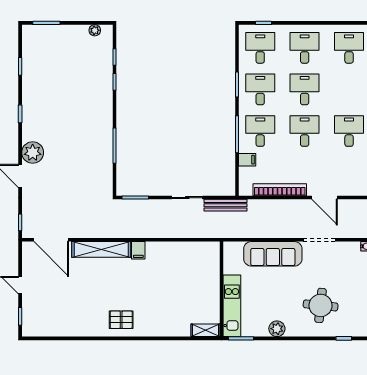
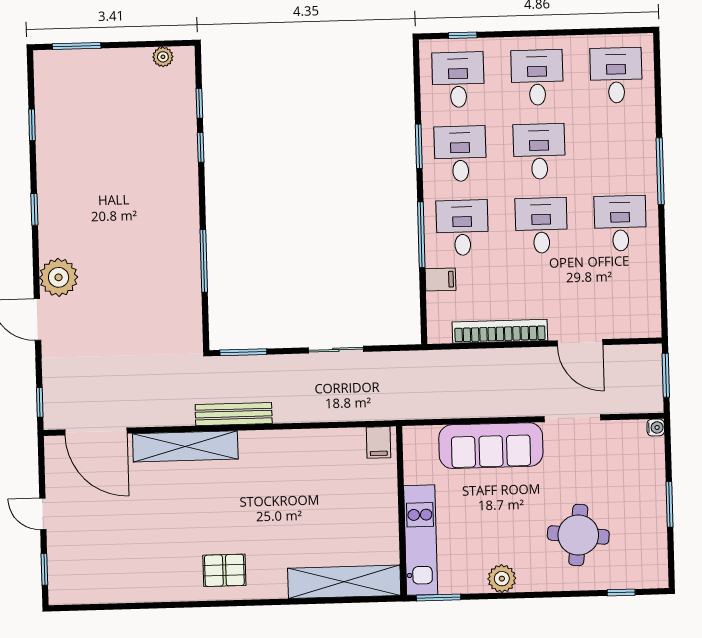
bench: (226, 205) -> (234, 414), moved
filing cabinet: (138, 250) -> (378, 442), moved
shelving: (205, 330) -> (344, 582), width x2.20, depth x1.33

